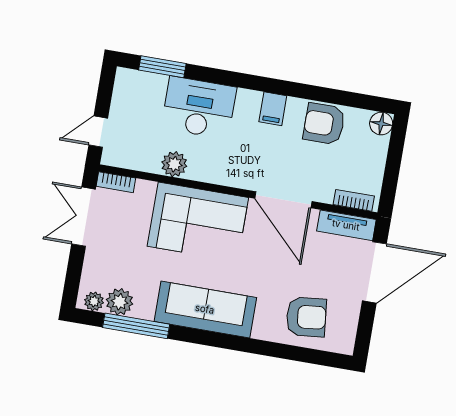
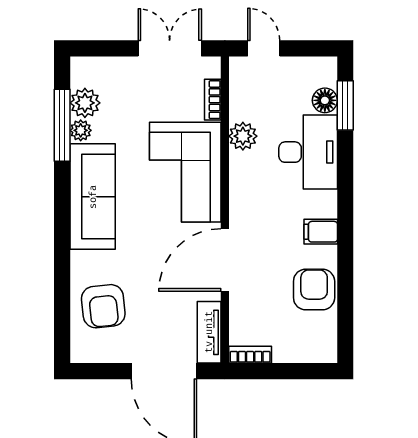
floor lamp: (381, 124) -> (325, 100), moved
bookcase: (116, 182) -> (213, 100), moved
bookcase: (354, 200) -> (250, 355), moved, turned -90
plant: (94, 301) -> (81, 130), moved

